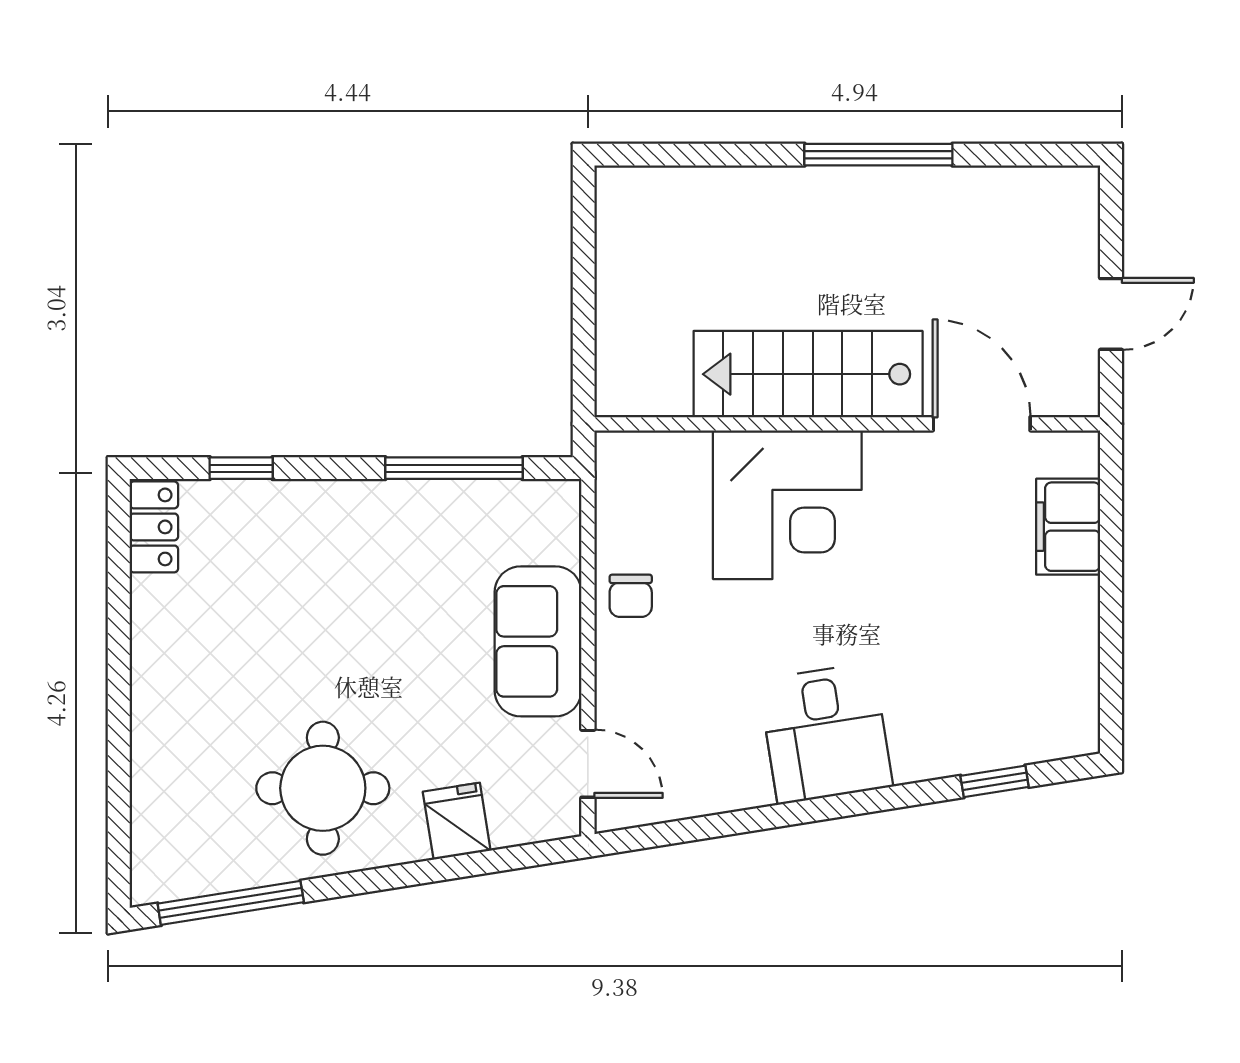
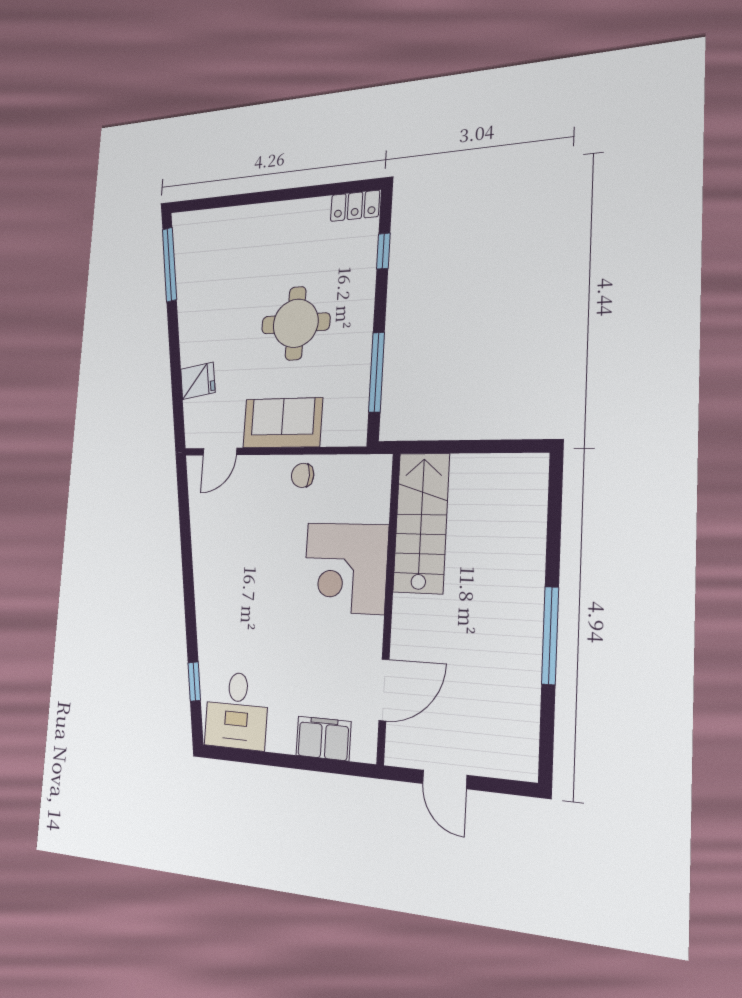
stairs: (808, 374) -> (421, 523), moved
desk: (826, 733) -> (237, 711), moved, turned -81
round table: (323, 788) -> (296, 323), moved

